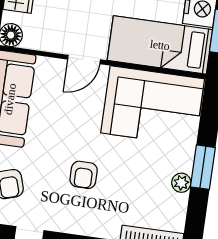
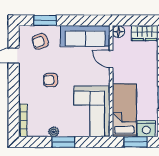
door: (84, 59) -> (111, 59), moved

